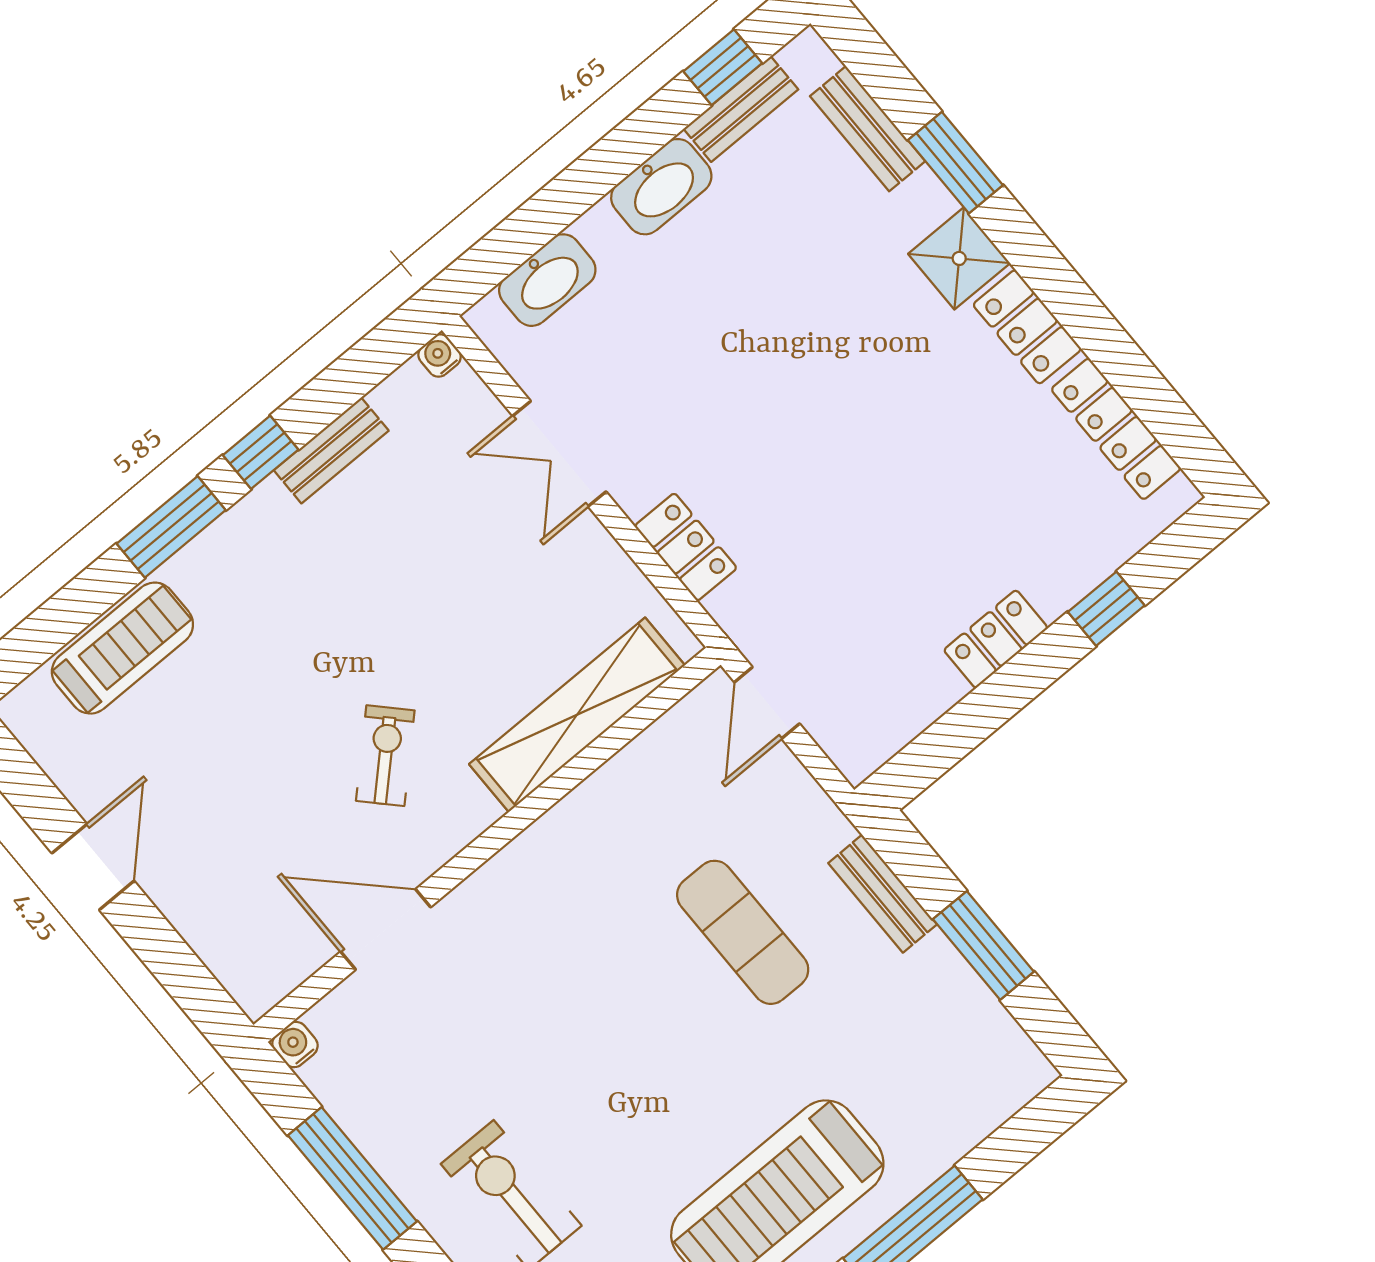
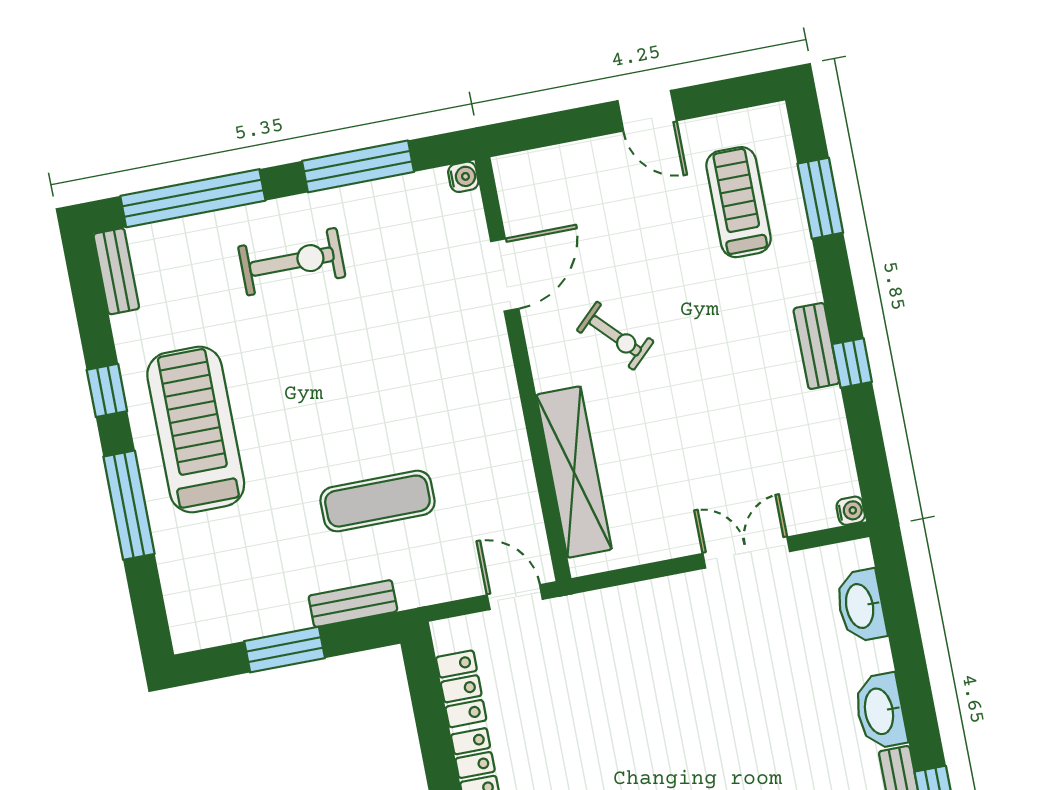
bench: (331, 450) -> (816, 346), moved
window: (171, 527) -> (820, 198), moved
locker: (686, 547) -> (461, 689), moved, turned -90
treadmill: (122, 648) -> (738, 202), moved, turned 180

